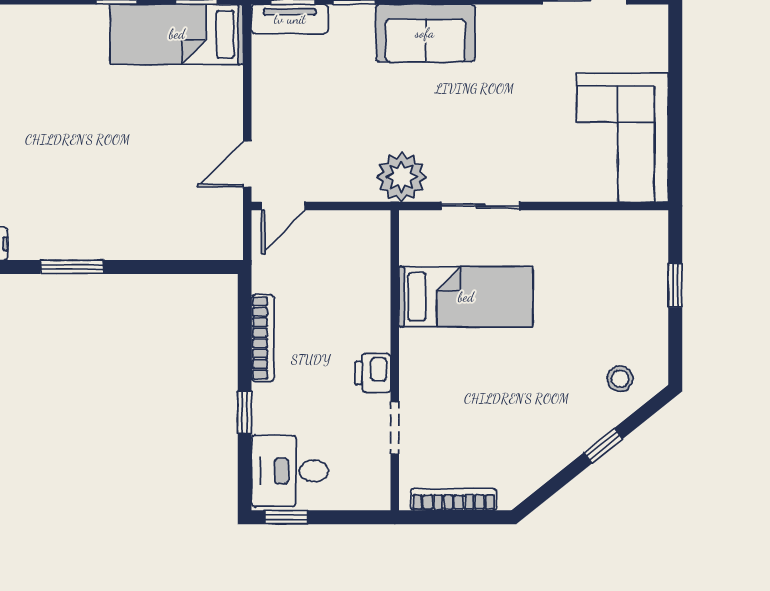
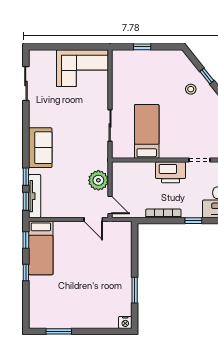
tv unit: (290, 19) -> (35, 196), width x1.41
plant: (402, 177) -> (98, 180), moved
printer: (373, 373) -> (171, 172), width x1.87, depth x1.48
stool: (620, 379) -> (191, 89), moved

